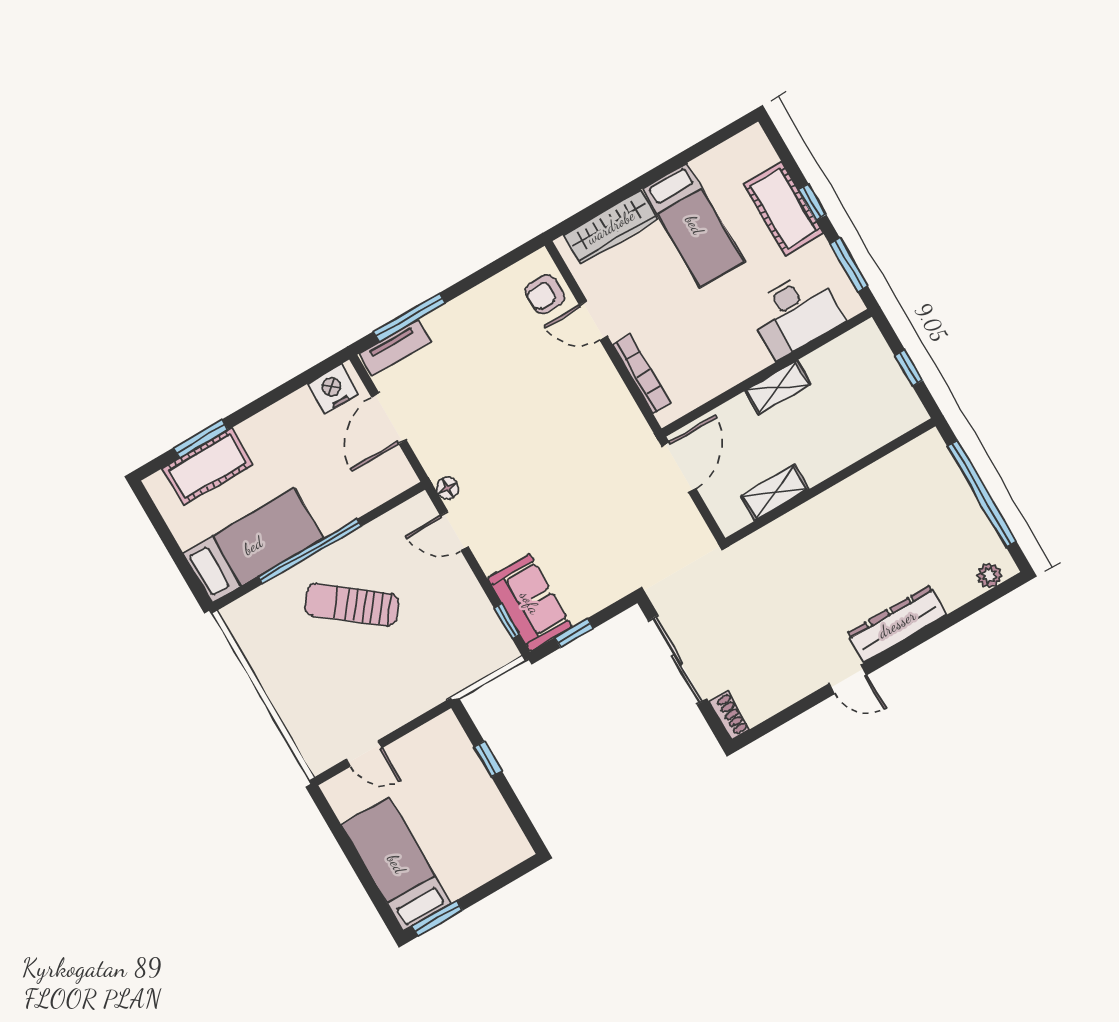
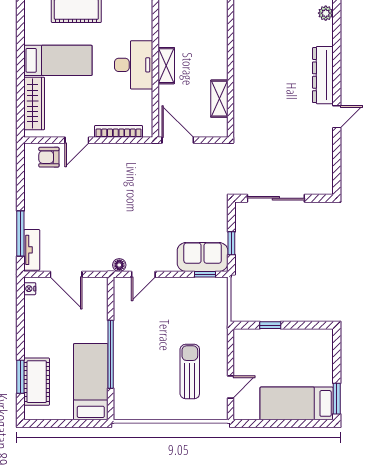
armchair: (545, 294) -> (49, 157), turned 90
desk: (795, 314) -> (134, 65), moved
nightstand: (333, 389) -> (30, 289), width x0.53, depth x0.56
sun lounger: (352, 605) -> (190, 372), moved, turned 142
shoe rack: (729, 716) -> (320, 188), removed

